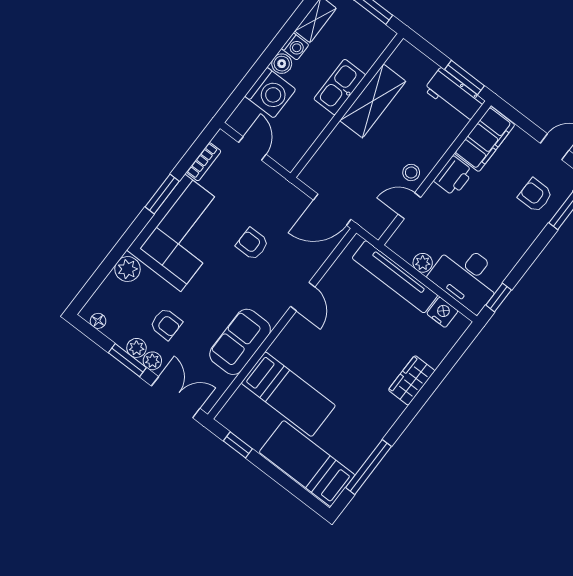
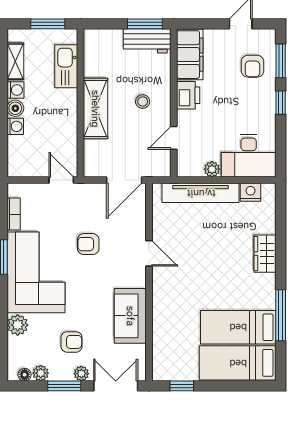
kitchen sink: (340, 87) -> (66, 66), moved
washing machine: (270, 93) -> (15, 126), width x0.53, depth x0.53
shelving: (373, 101) -> (95, 109), moved
door: (252, 148) -> (61, 180), moved
stool: (411, 172) -> (143, 101), moved
armchair: (535, 195) -> (253, 66), turned -90
window: (499, 298) -> (281, 103), moved
plant: (136, 348) -> (41, 373), moved
bed: (288, 394) -> (238, 327), moved, turned 180
window: (369, 467) -> (281, 315), moved

